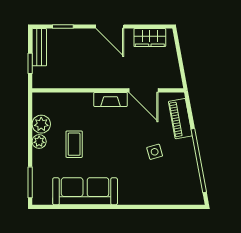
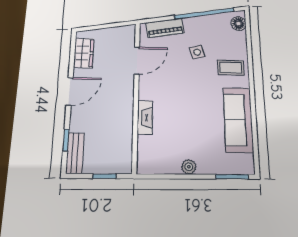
bench: (39, 47) -> (75, 153), moved, turned 90
fireplace: (111, 100) -> (145, 117), moved
plant: (41, 124) -> (170, 164), removed
coffee table: (74, 144) -> (231, 68), moved
floor lamp: (189, 197) -> (239, 24), added

